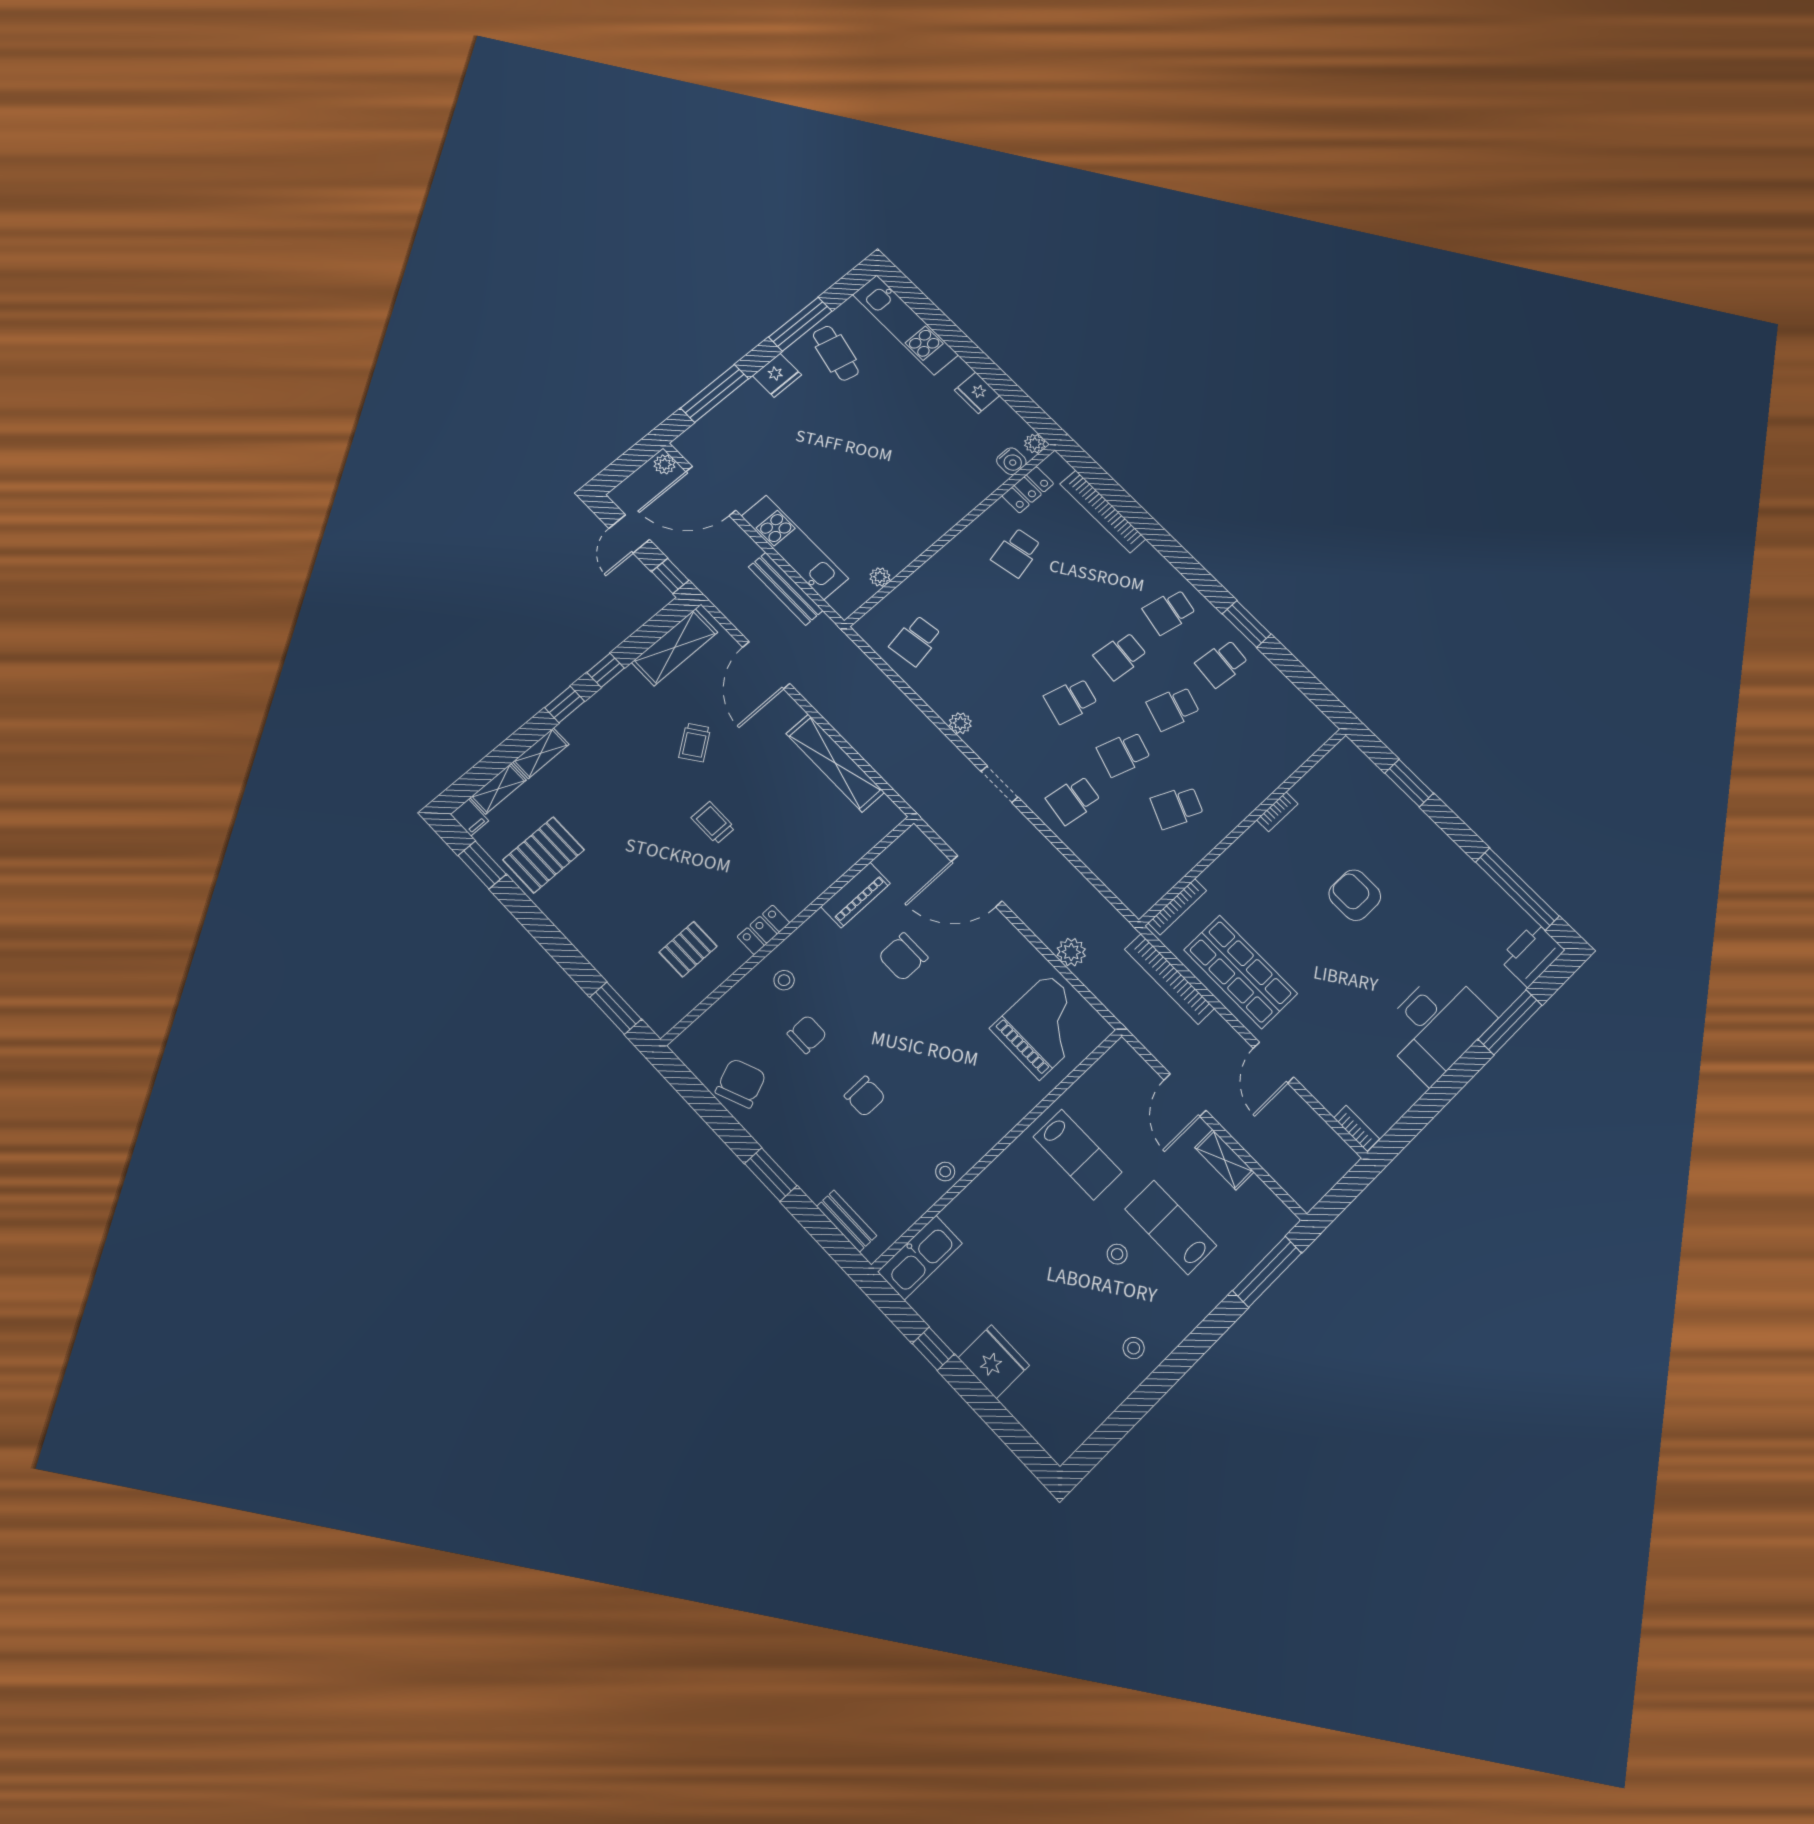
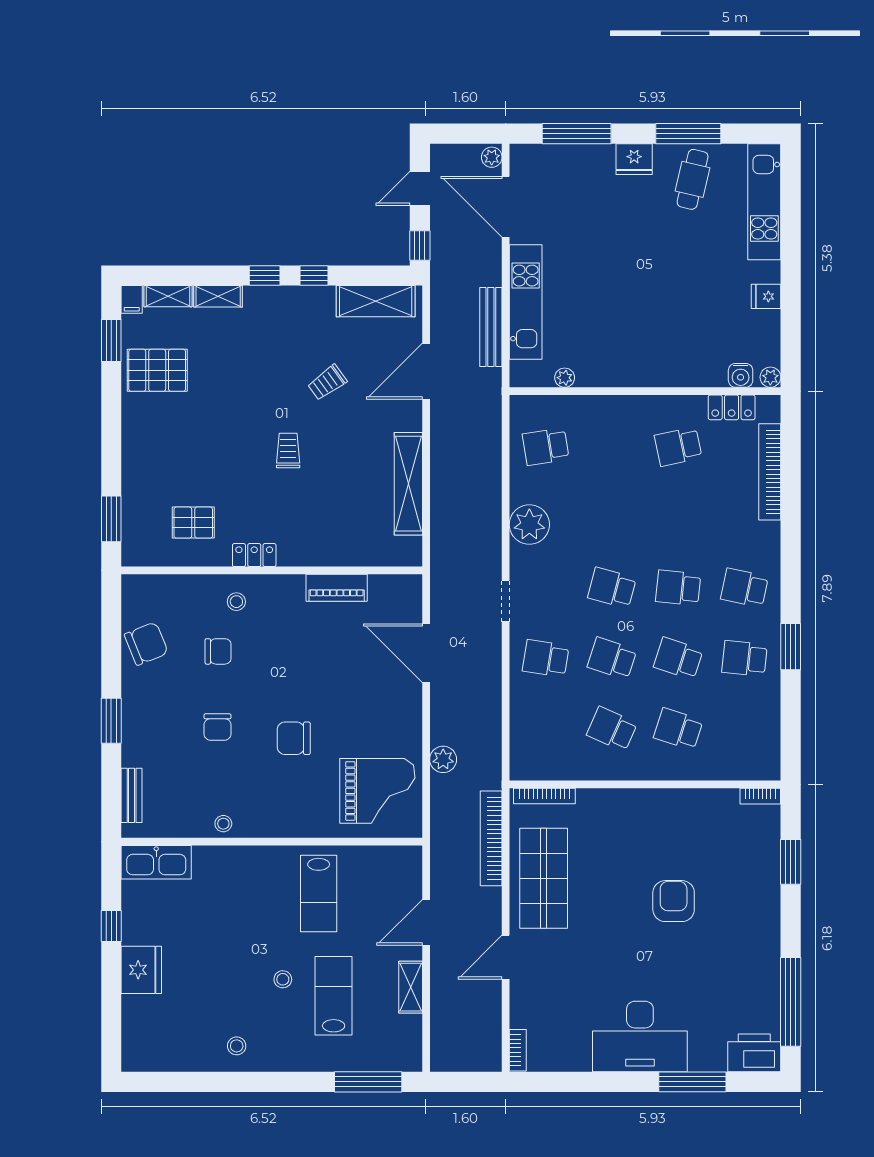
fridge: (977, 393) -> (766, 296), width x0.72
plant: (960, 723) -> (529, 525), width x1.87, depth x1.87
school desk: (1226, 761) -> (678, 729), added
bookcase: (1277, 812) -> (760, 796), moved
chair: (903, 957) -> (294, 738), moved

